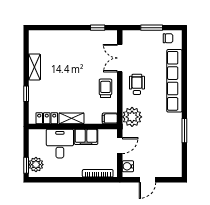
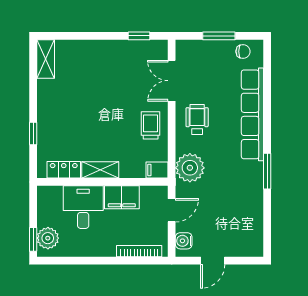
shelving: (34, 67) -> (46, 59), moved
window: (184, 131) -> (267, 171), moved

